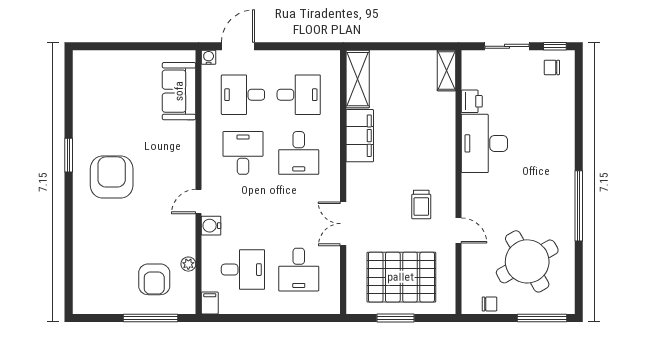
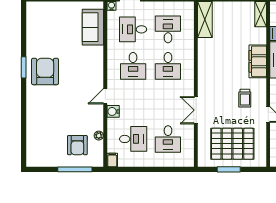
desk: (299, 95) -> (168, 29), turned -90
filing cabinet: (360, 136) -> (258, 61), moved, turned 180
desk: (243, 153) -> (133, 66), turned 180
armchair: (112, 177) -> (45, 71), moved

